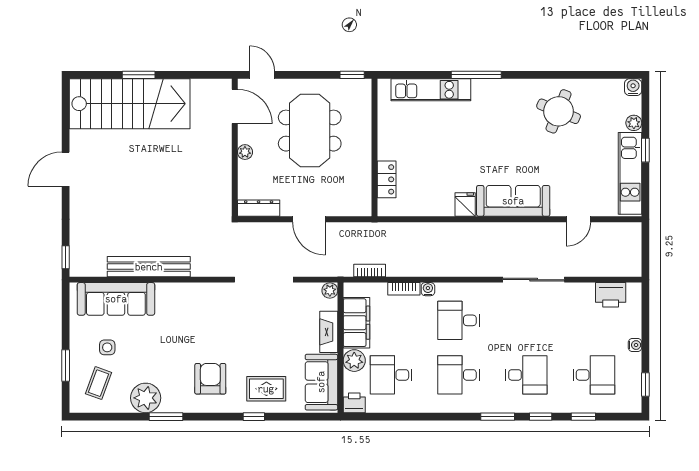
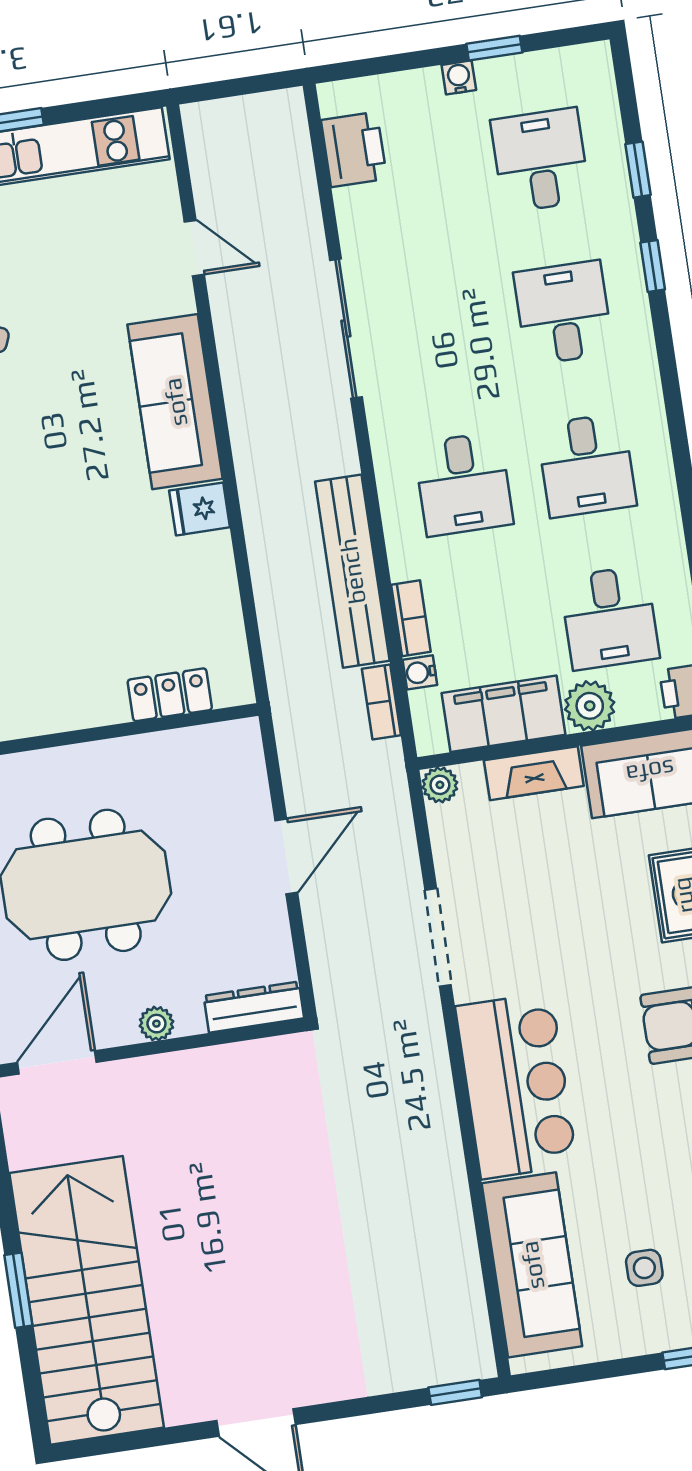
dresser: (259, 208) -> (254, 1007), moved, turned 90
bench: (149, 267) -> (352, 571), moved
doorway: (264, 280) -> (438, 937), width x0.73
water cooler: (428, 289) -> (420, 672), moved
bar counter: (195, 304) -> (516, 1086), added
window: (645, 384) -> (494, 48), moved
window: (498, 417) -> (667, 363), removed

